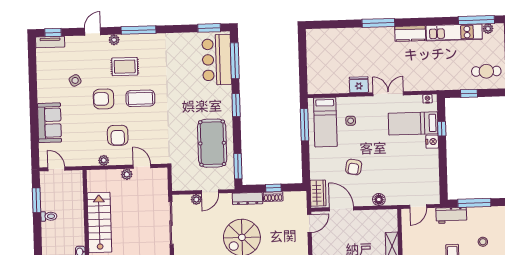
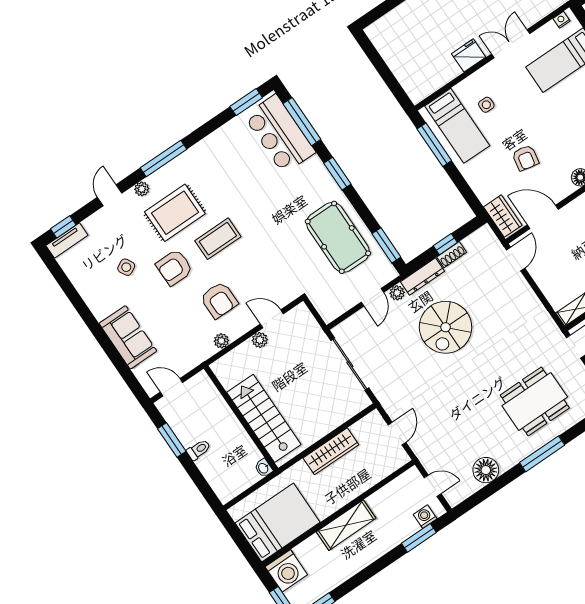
rug: (125, 67) -> (175, 213), width x1.36, depth x1.43
plant: (196, 199) -> (397, 293), moved

